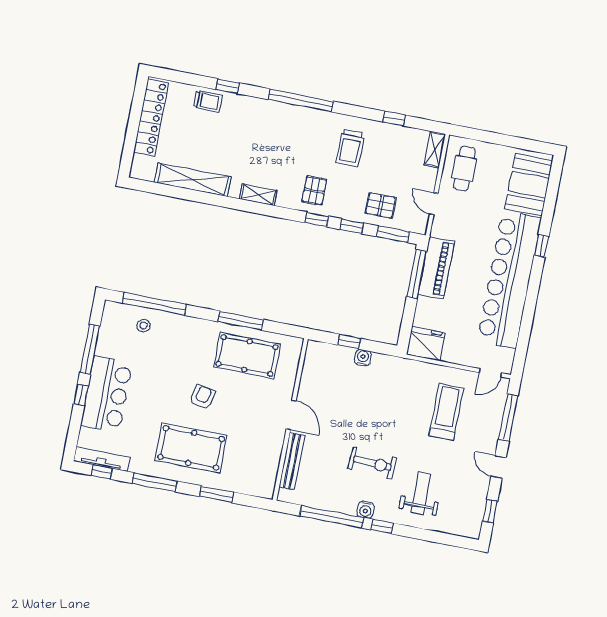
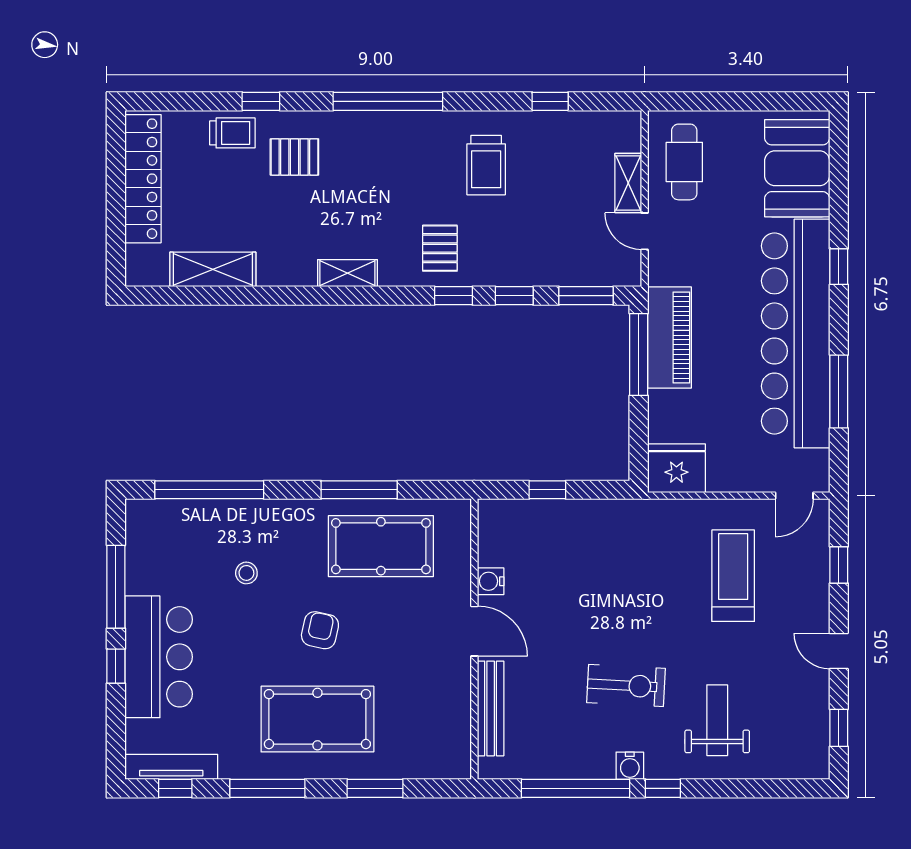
shelving: (435, 149) -> (628, 183), moved
shelving: (193, 180) -> (213, 269), width x0.68
pallet: (381, 206) -> (294, 157), moved
window: (528, 318) -> (839, 391), added
stool: (144, 326) -> (246, 573), moved
water cooler: (363, 358) -> (491, 581), moved, turned -90
window: (508, 418) -> (839, 565), width x0.46

